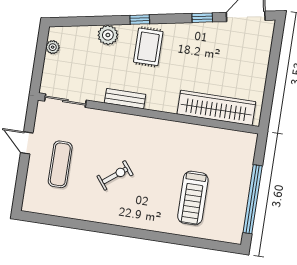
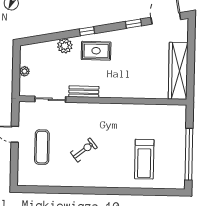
plant: (53, 47) -> (24, 71), moved
rug: (148, 47) -> (96, 51), turned 90
sliding door: (65, 101) -> (50, 99), moved
wardrobe: (216, 108) -> (178, 71), moved, turned -90

